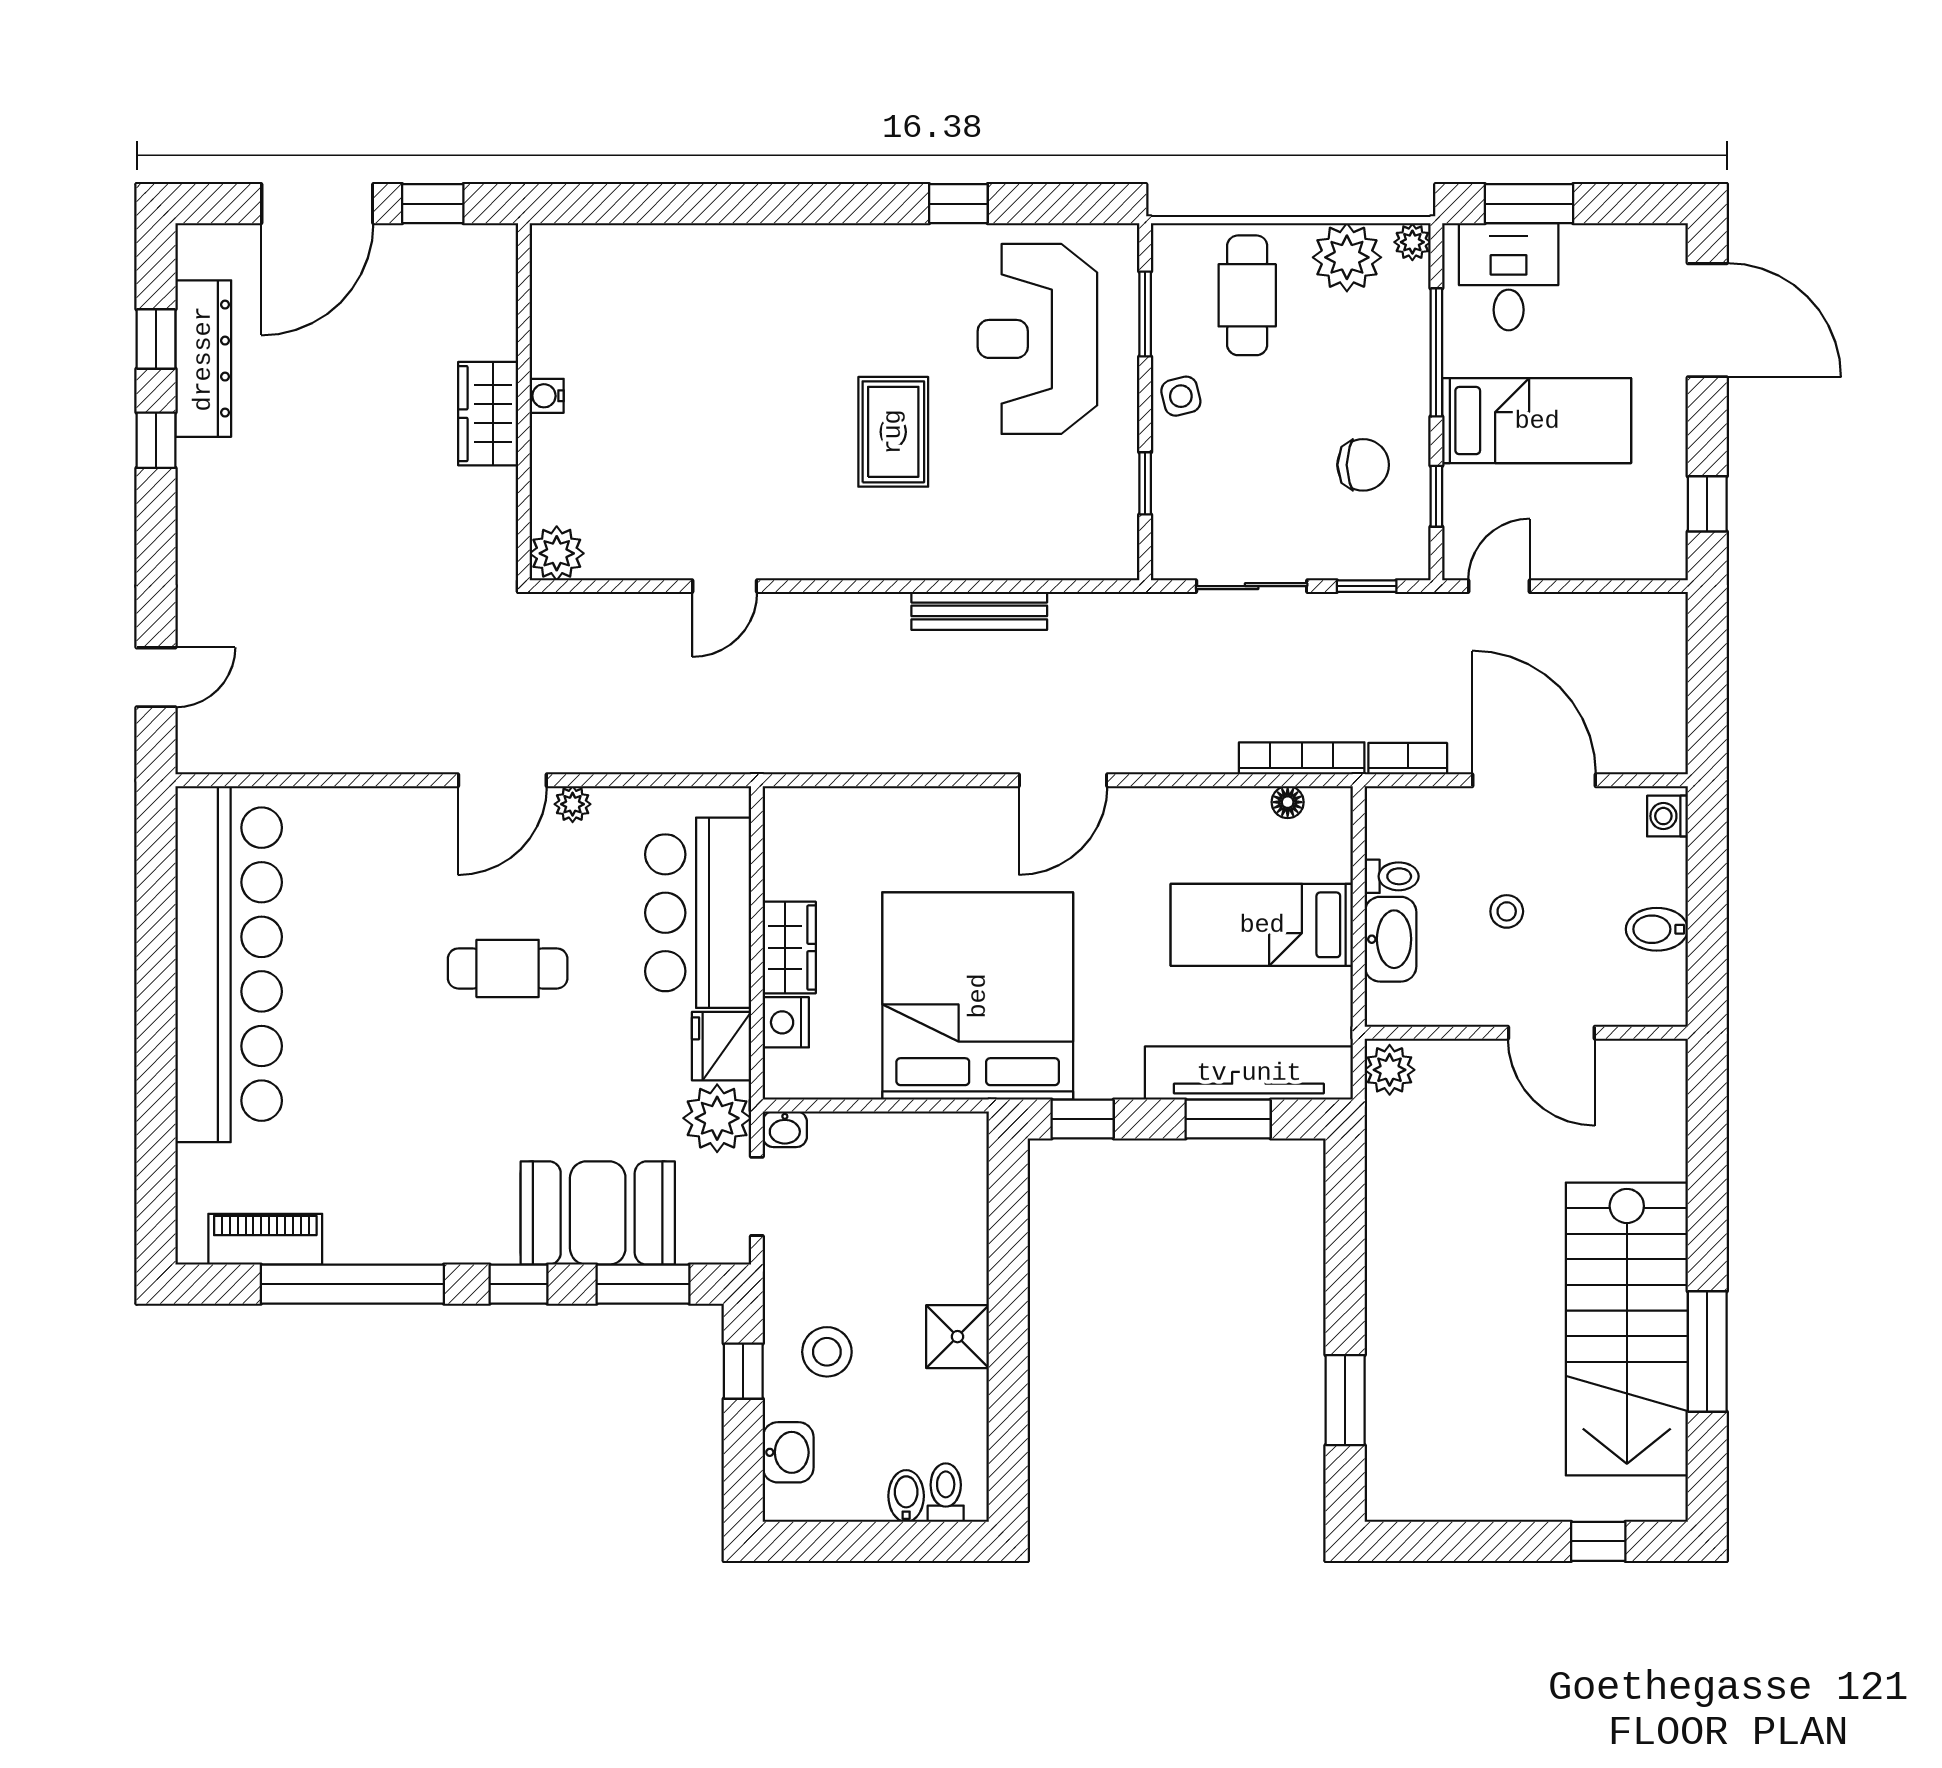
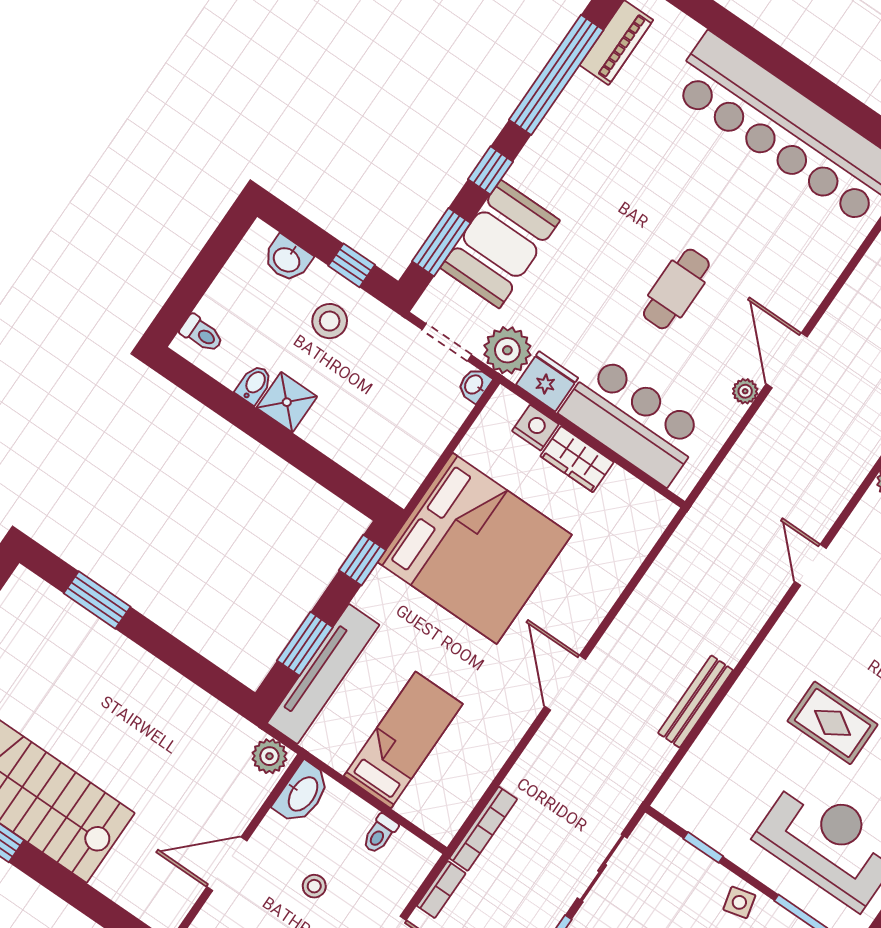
floor lamp: (1288, 802) -> (464, 803), removed
washbasin: (1390, 939) -> (302, 793), moved, turned -90
bidet: (906, 1496) -> (254, 384), moved, turned -90

